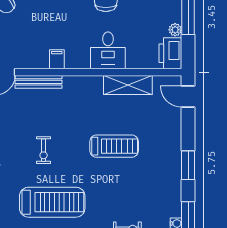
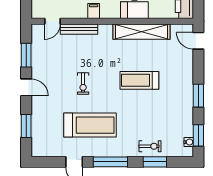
shelving: (128, 85) -> (141, 32), width x1.47
treadmill: (114, 146) -> (139, 80), turned 180

